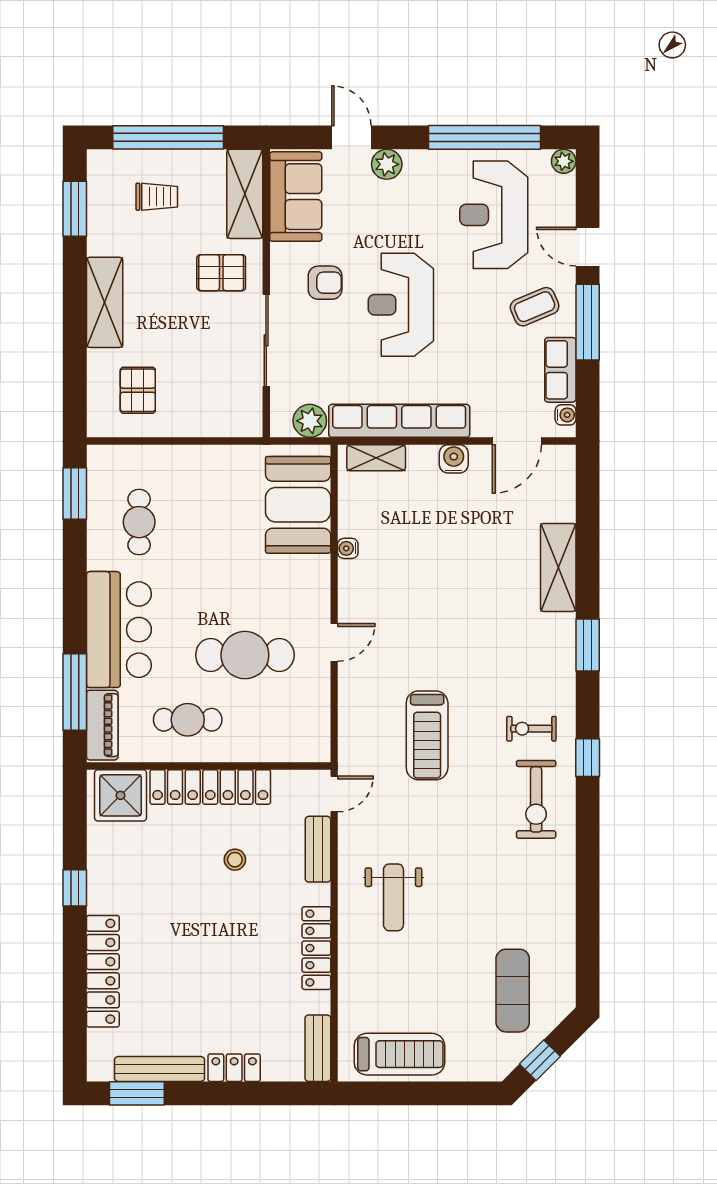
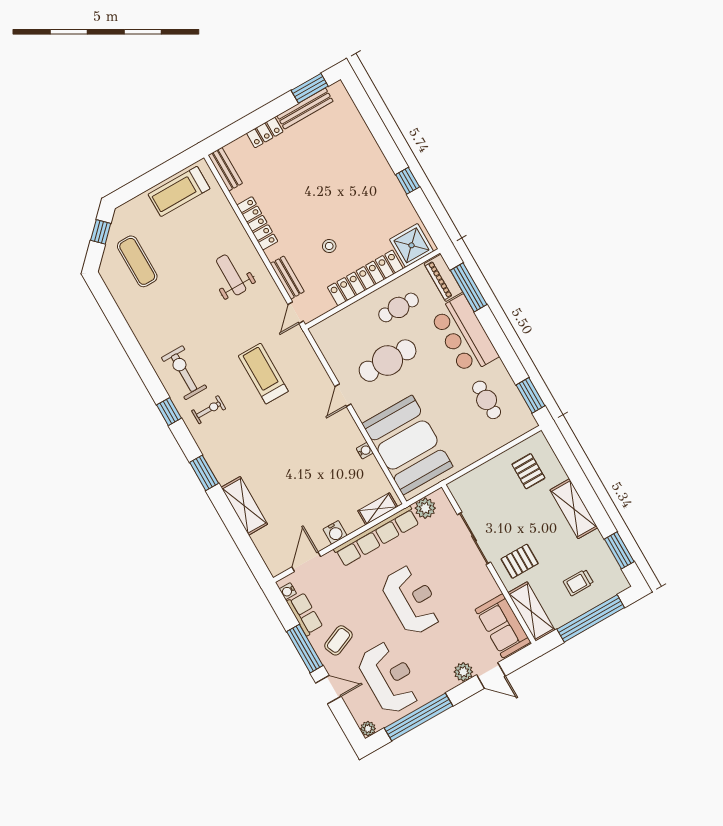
armchair: (325, 283) -> (460, 588), removed
booth: (298, 505) -> (407, 445), width x1.36, depth x1.42
locker: (103, 971) -> (366, 144), removed

